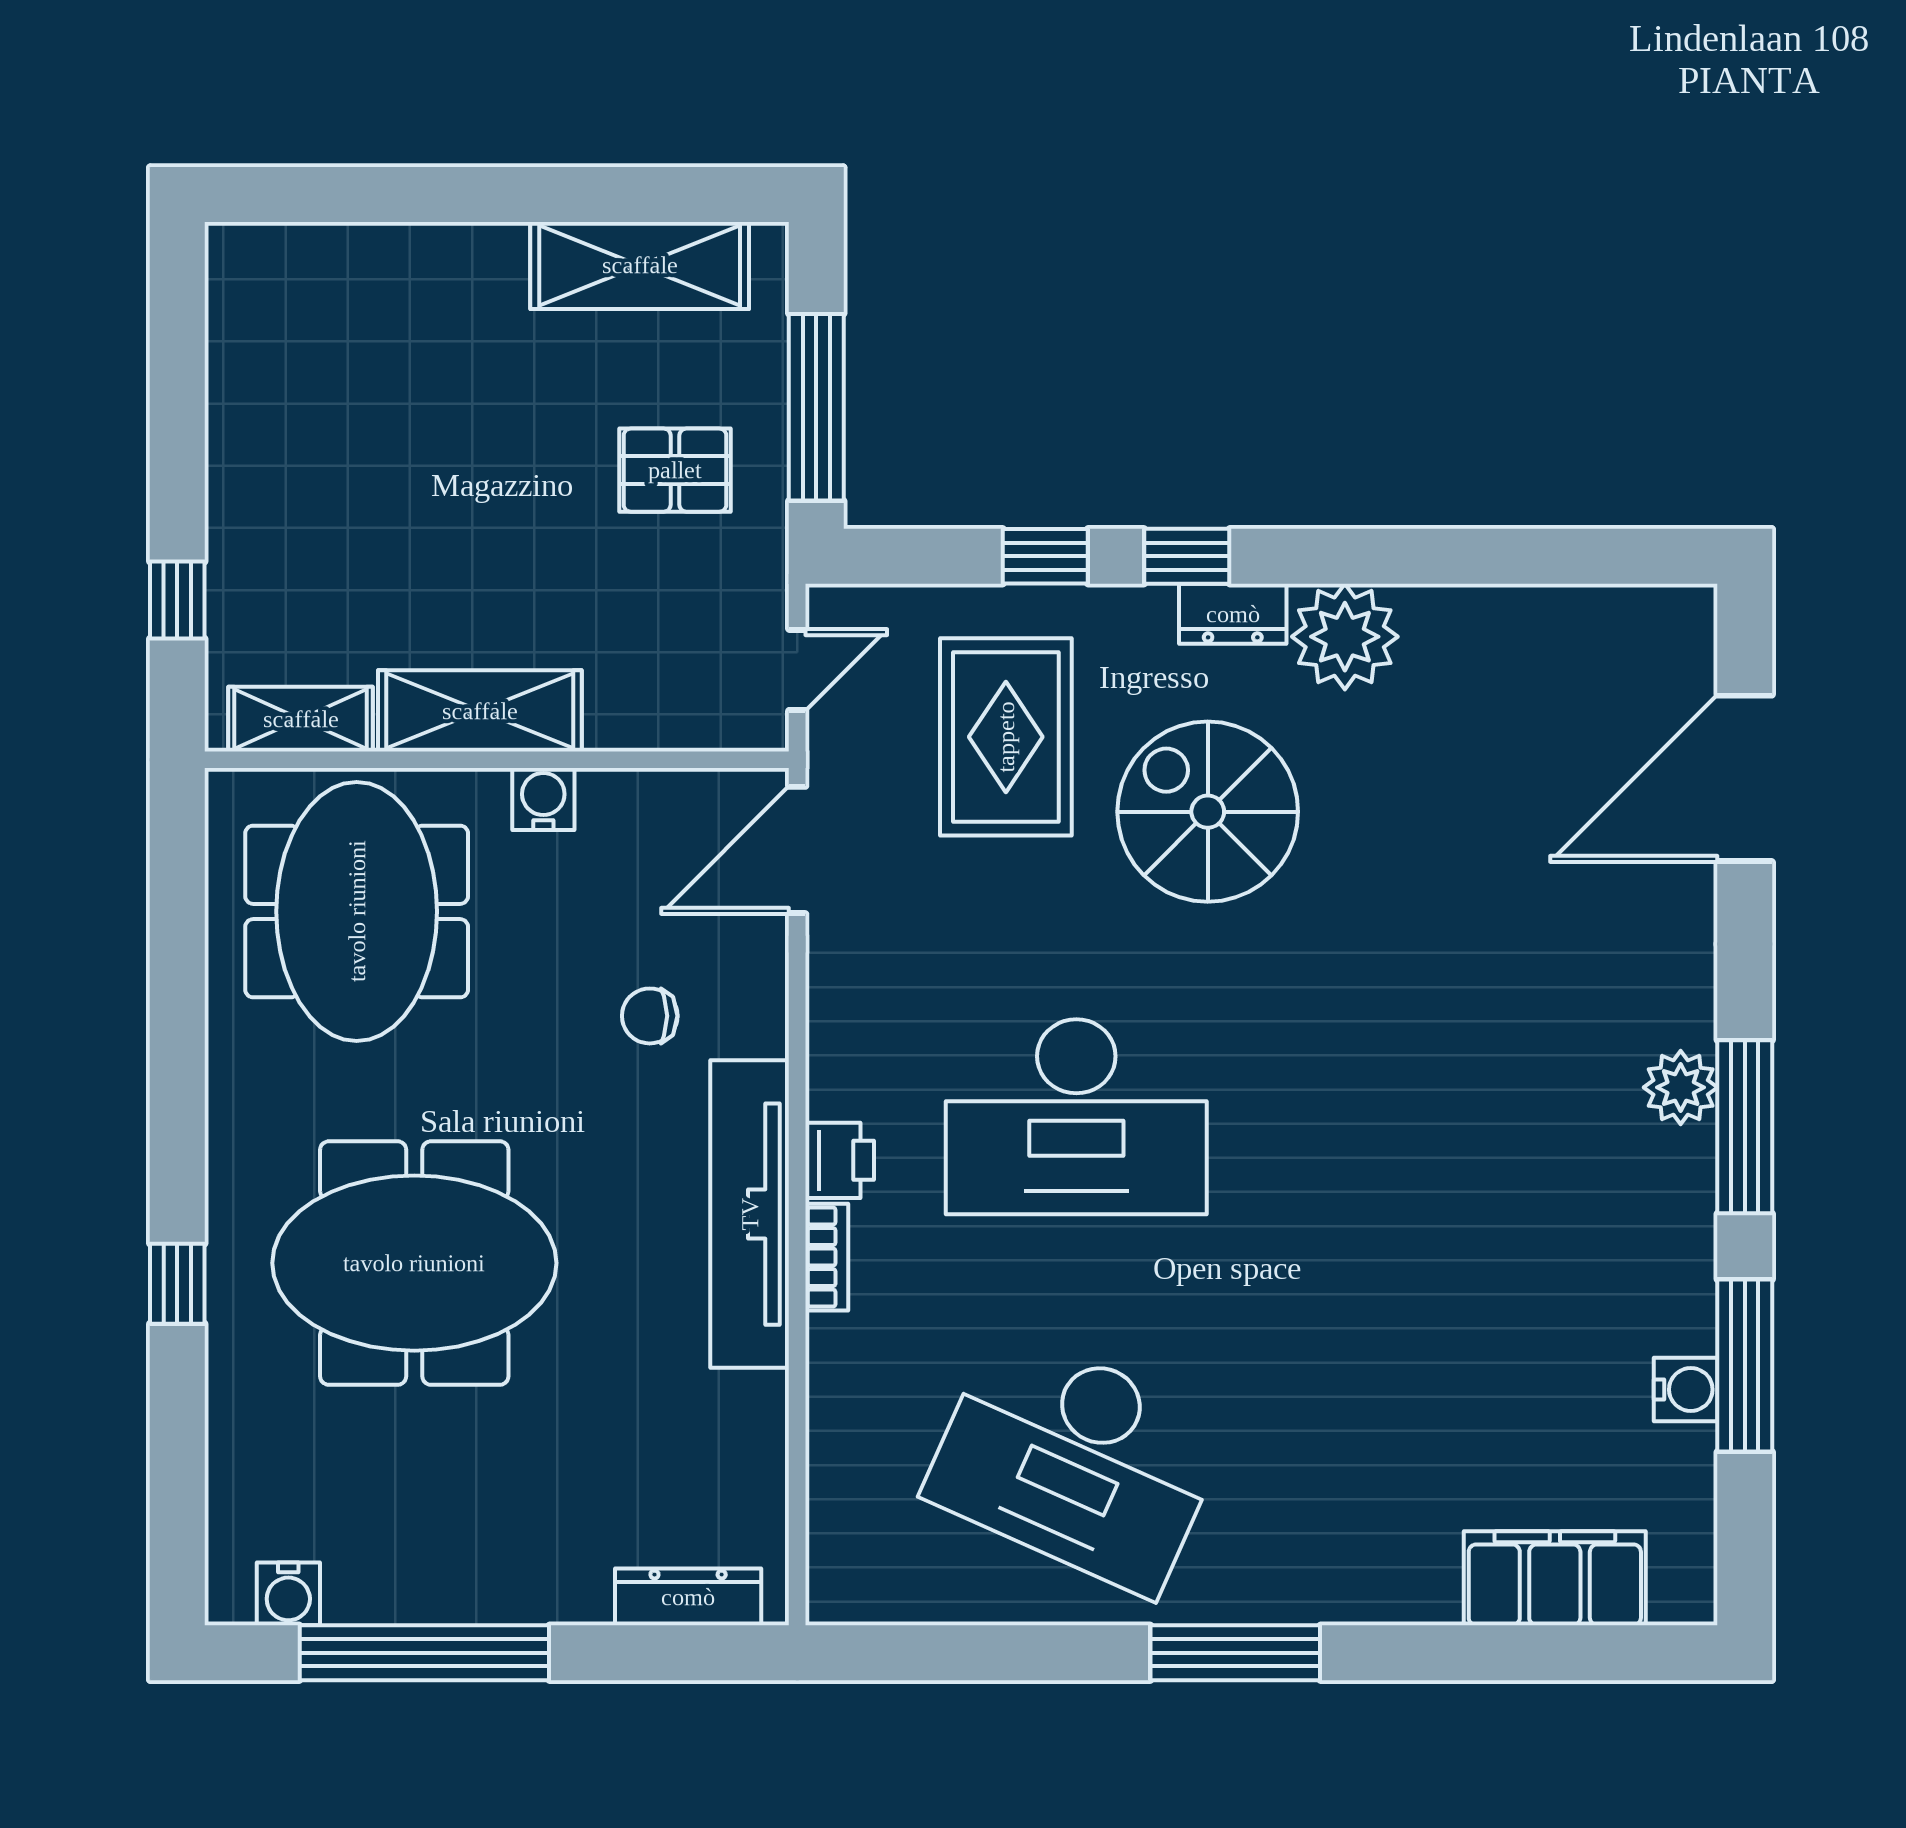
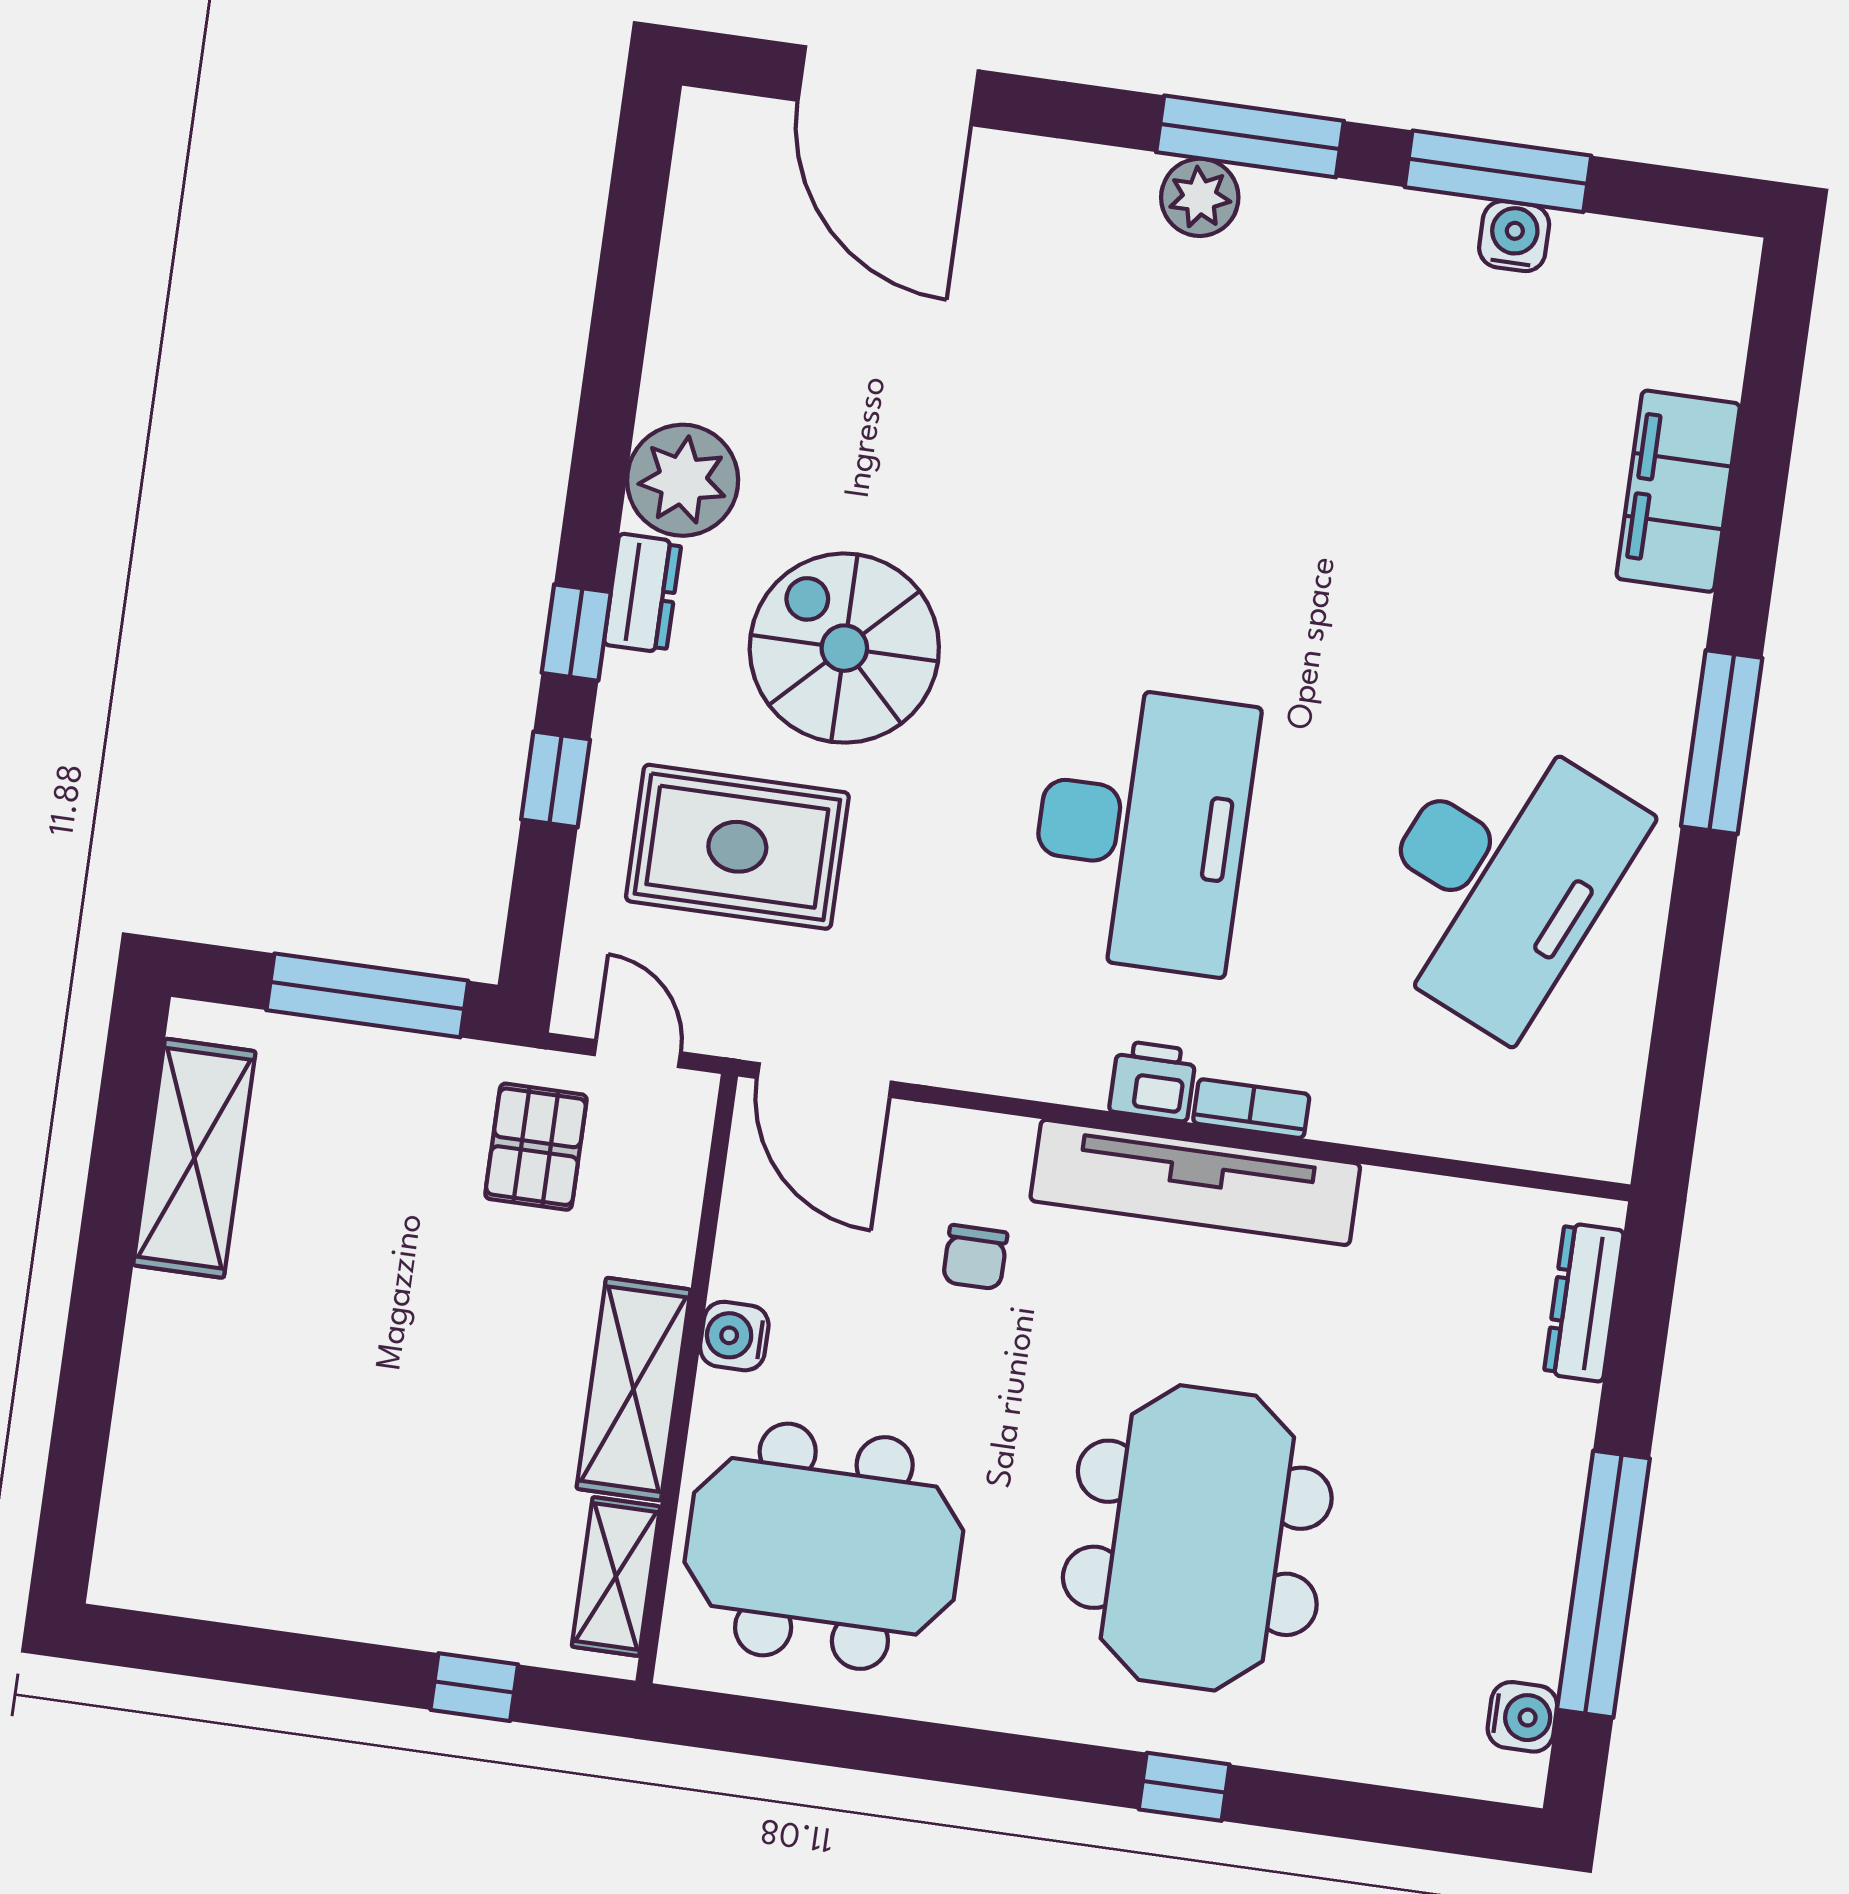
pallet: (675, 470) -> (536, 1147), moved
spiral stairs: (1208, 812) -> (844, 648), turned 90
filing cabinet: (1555, 1578) -> (1678, 491), moved

